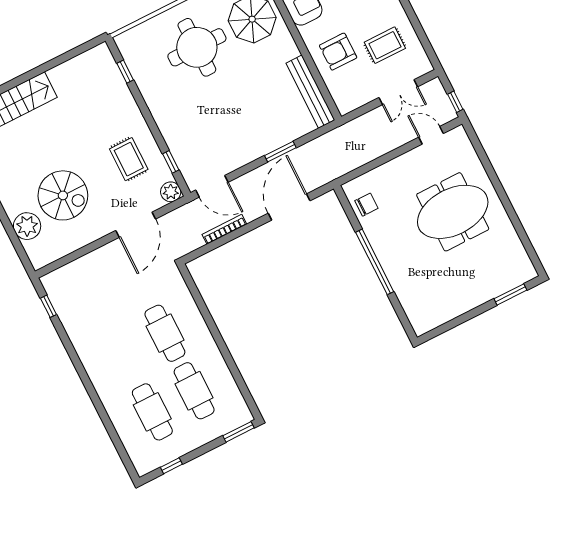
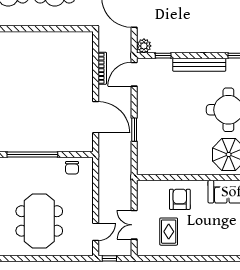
bench: (310, 92) -> (199, 65), moved
rug: (129, 159) -> (179, 29), removed

